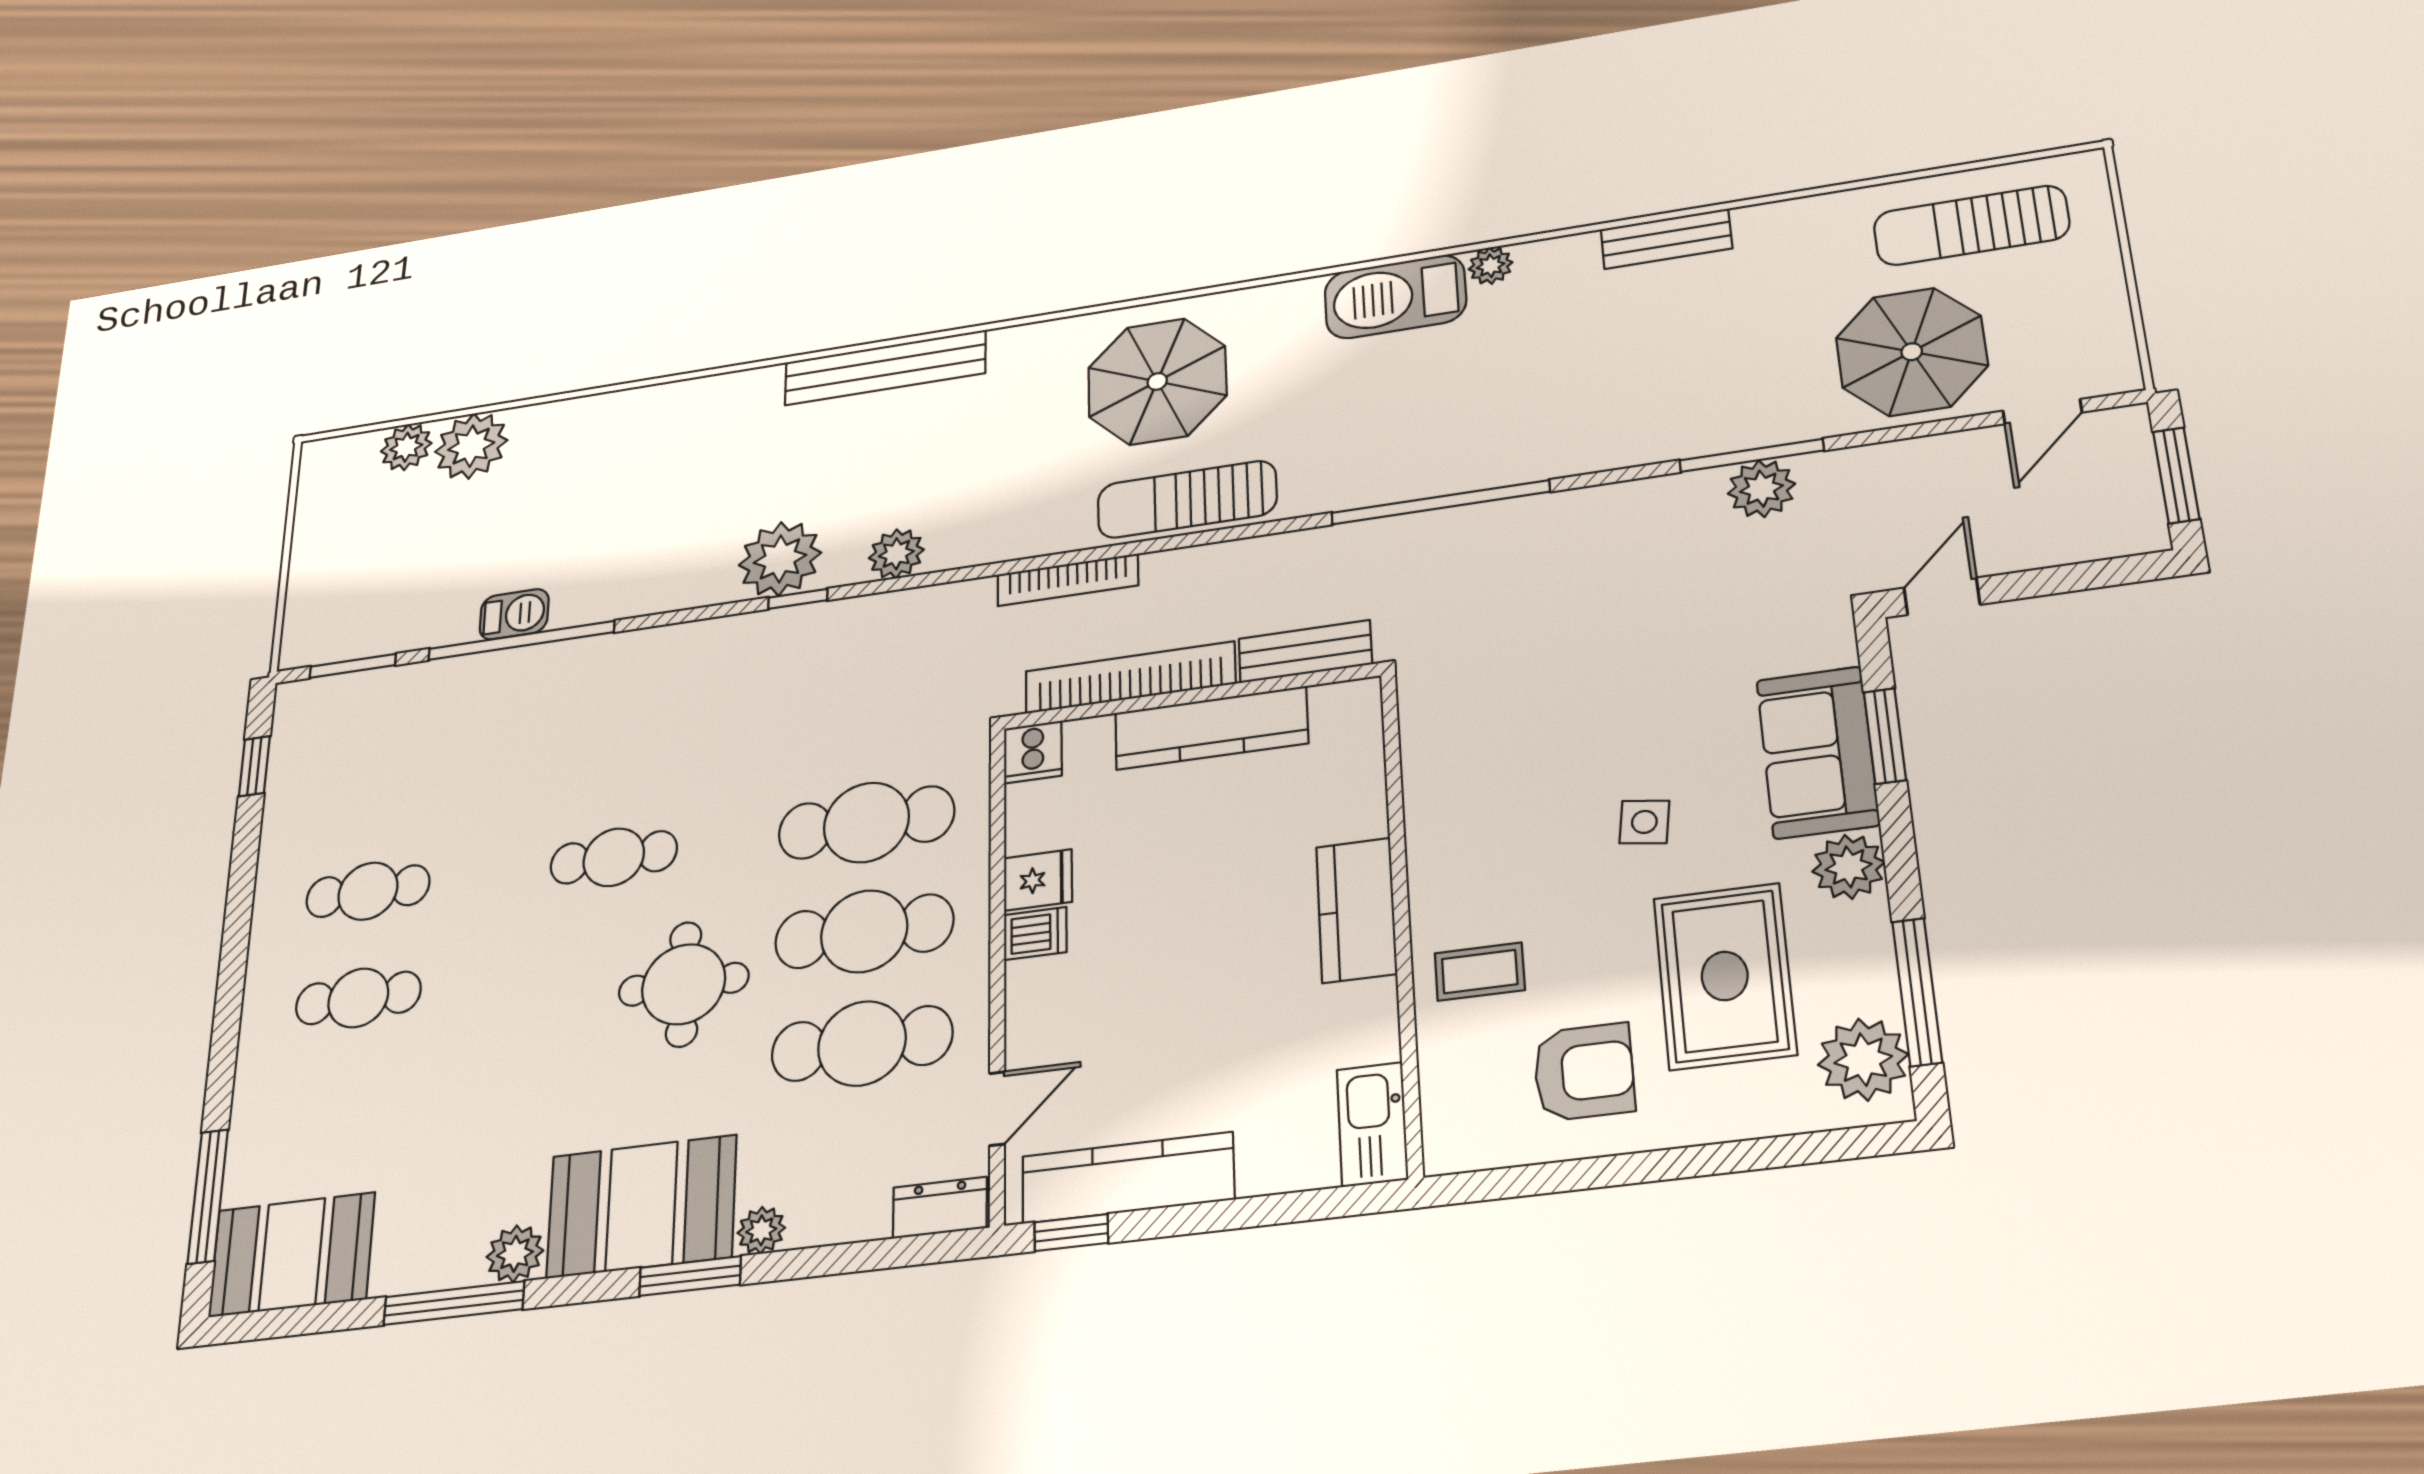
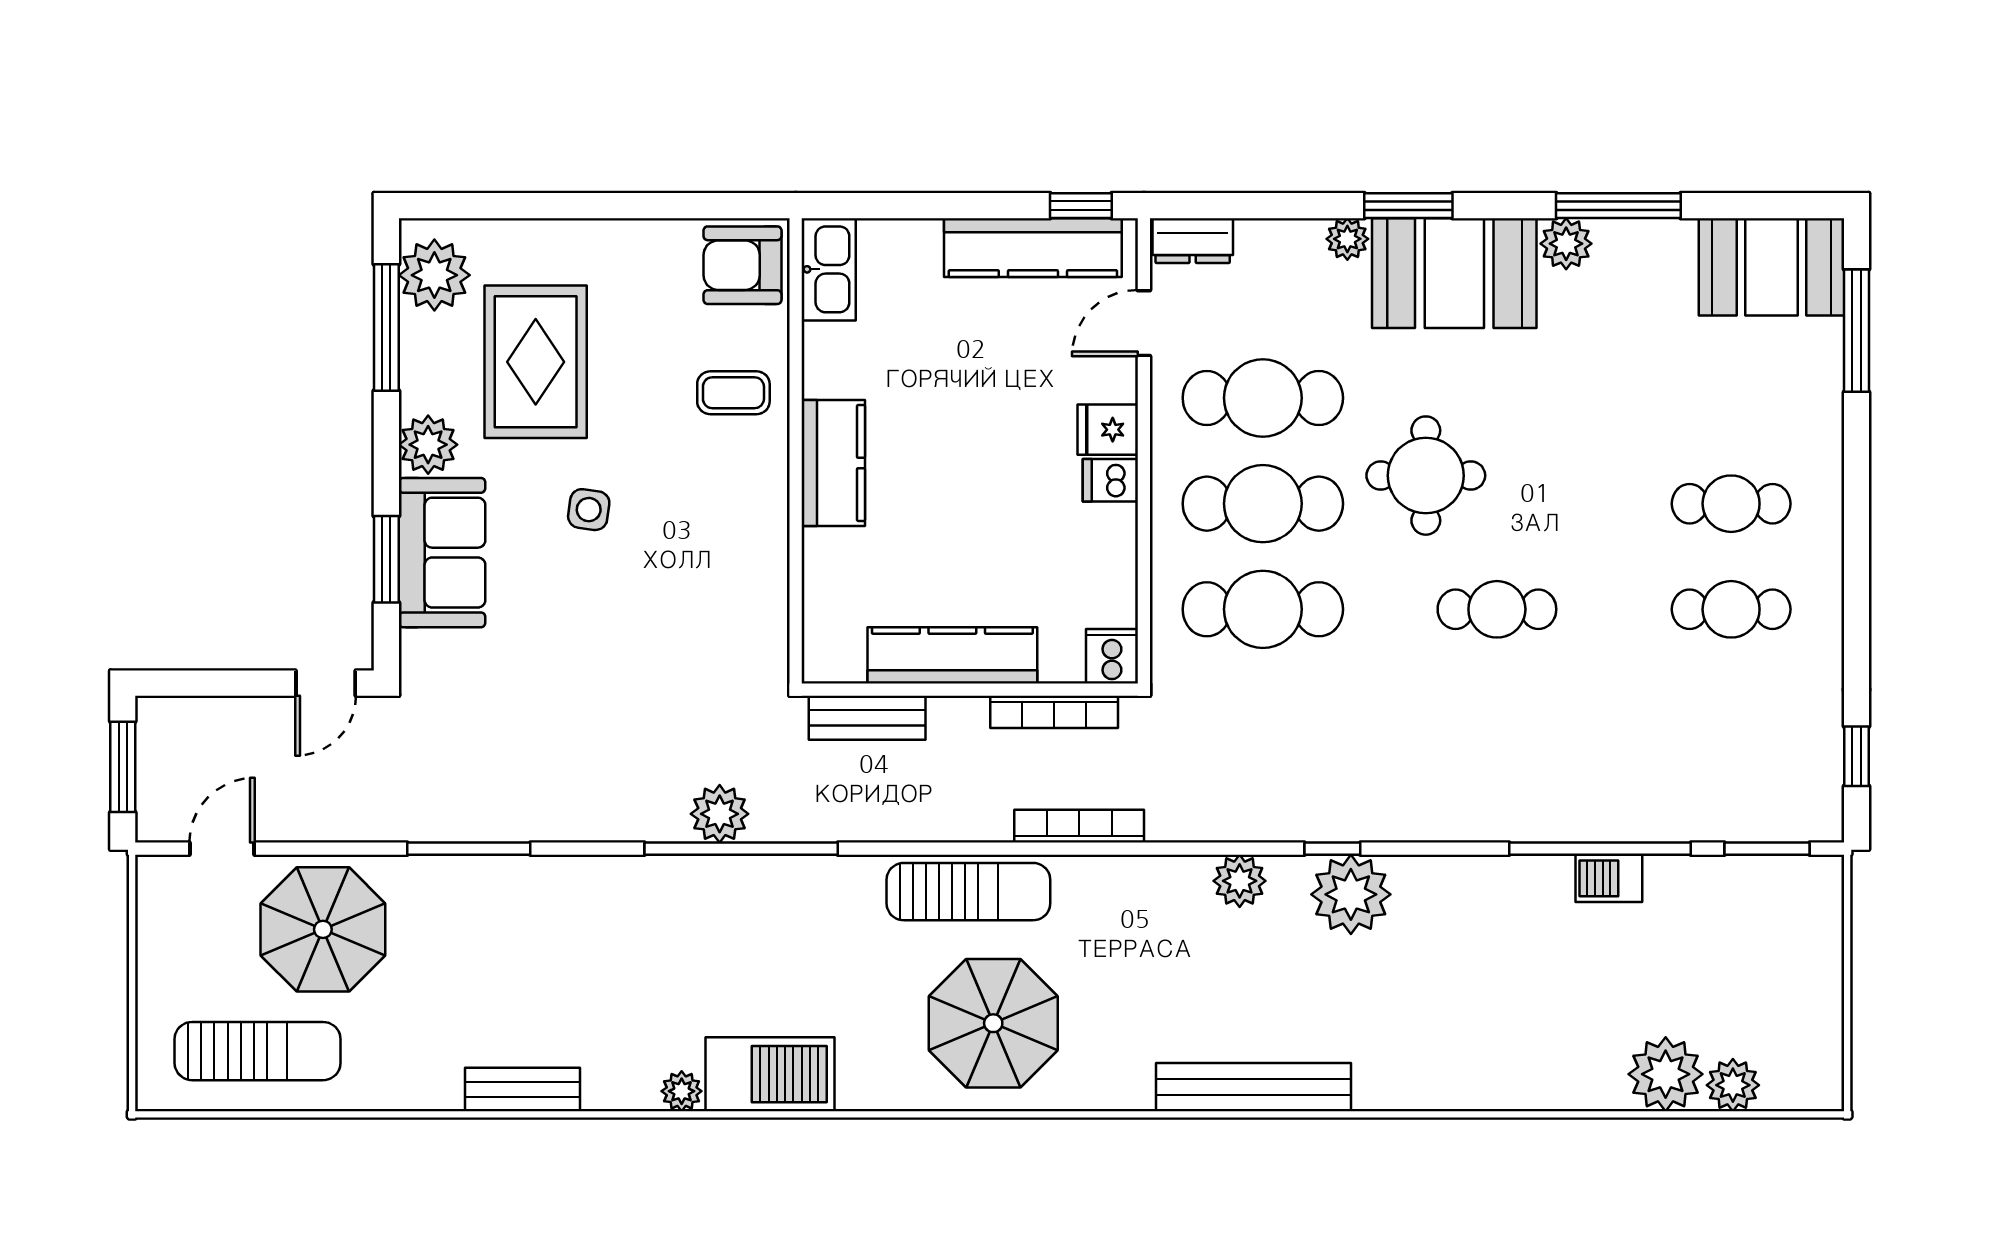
plant: (1761, 489) -> (720, 814), moved
bookcase: (1130, 677) -> (1054, 712), width x0.68, depth x0.76
fridge: (1038, 880) -> (1108, 430), moved
armchair: (1584, 1072) -> (743, 265), moved

